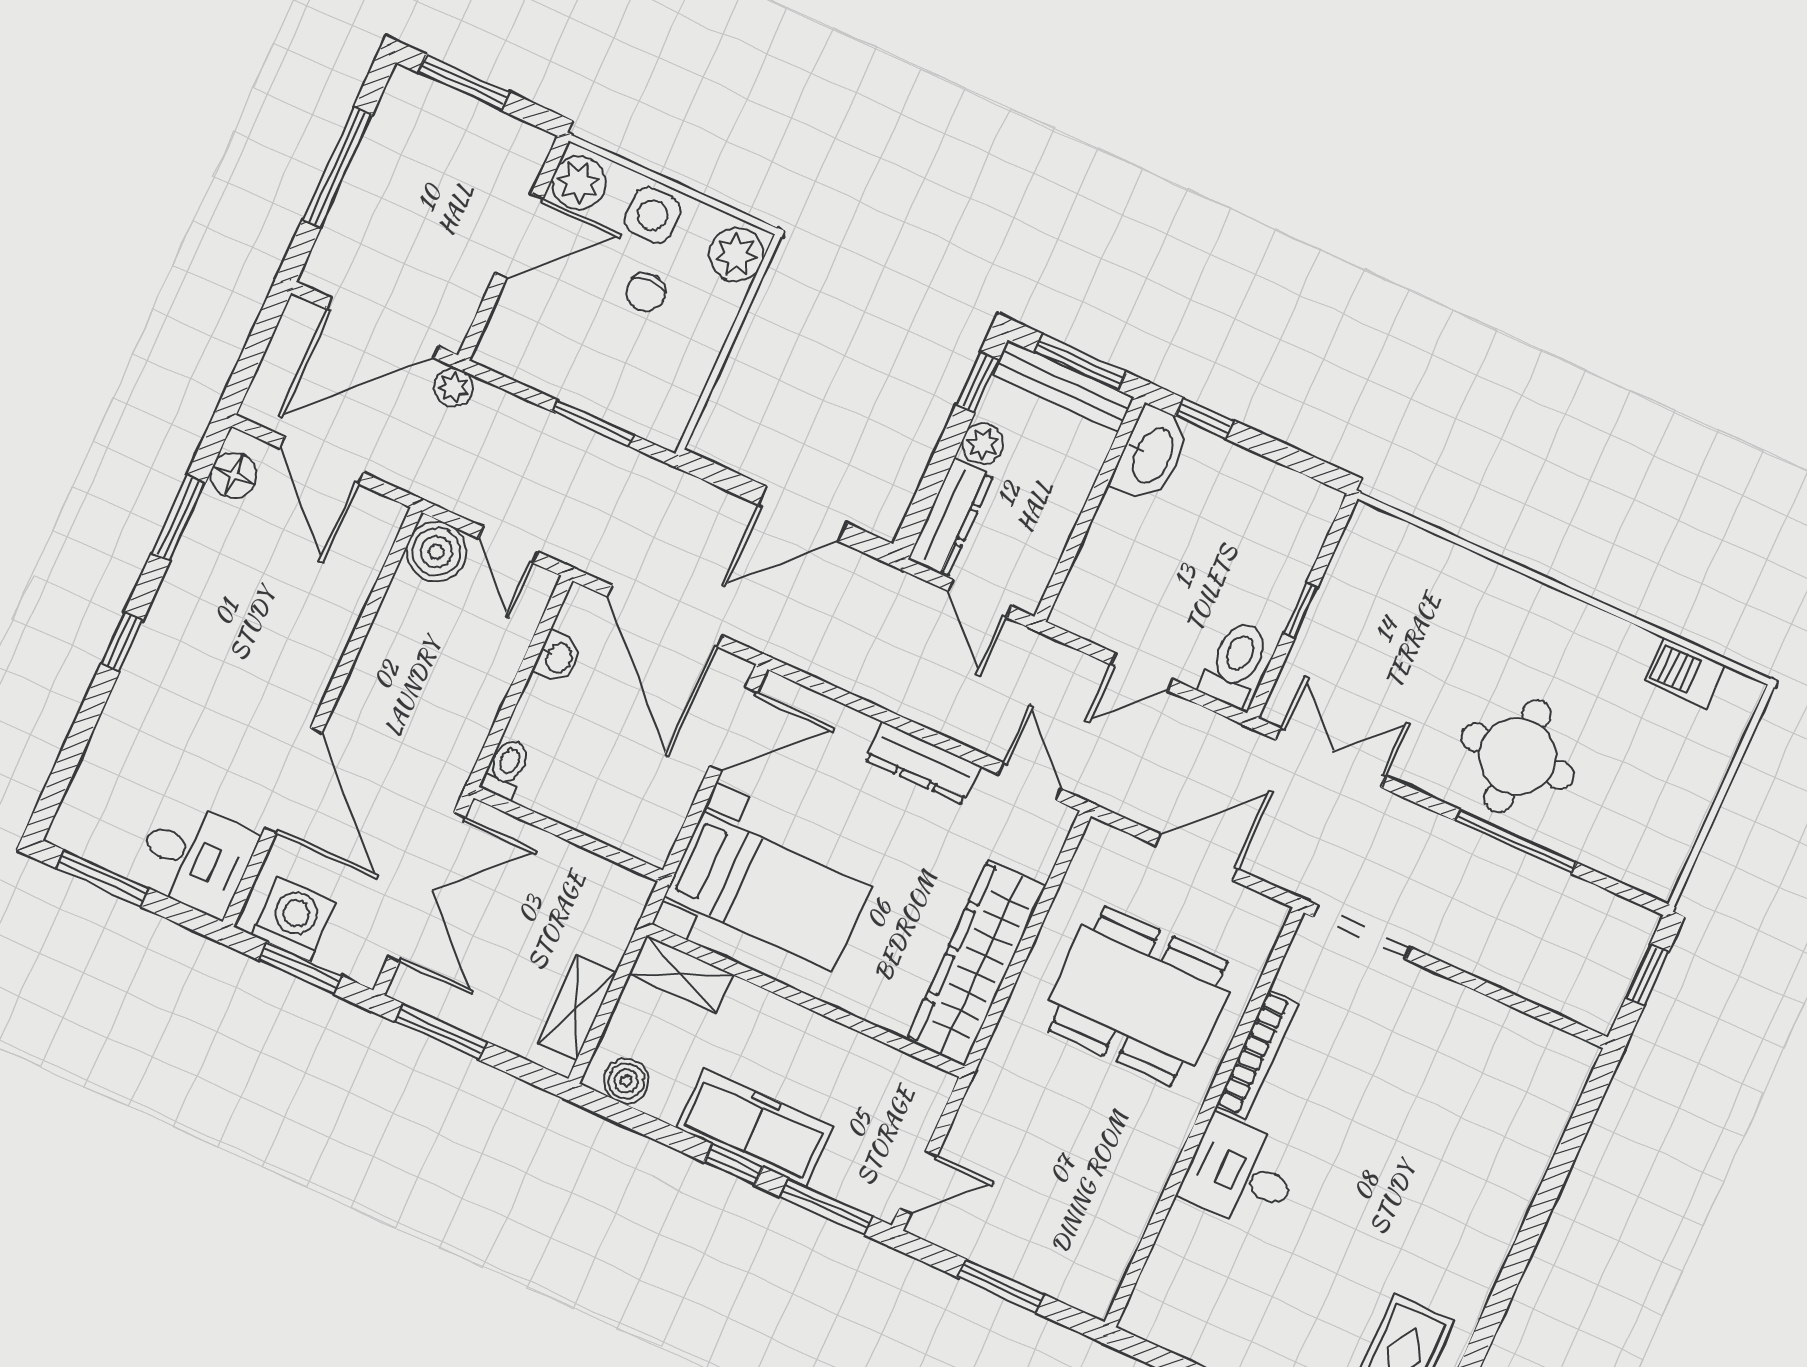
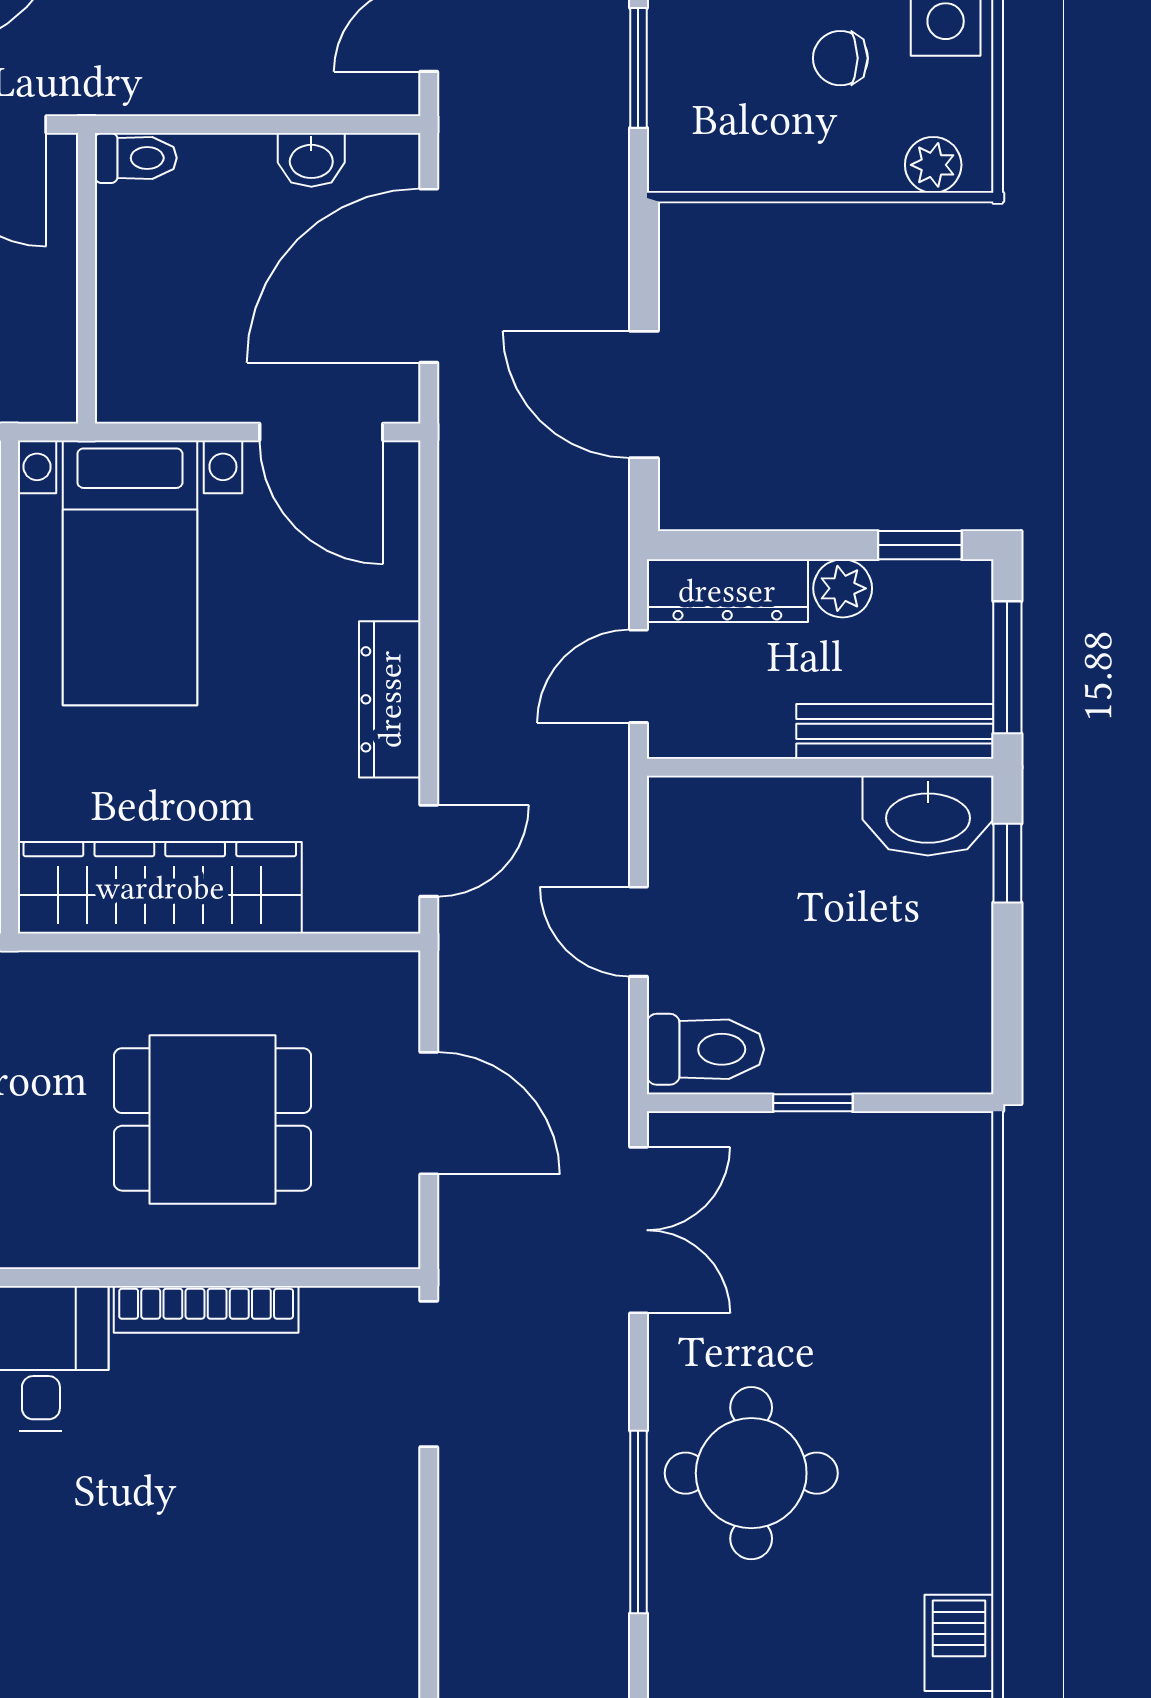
plant: (736, 255) -> (933, 165), width x0.73, depth x0.73
bench: (1064, 386) -> (895, 731), moved, turned 90
dining table: (1138, 996) -> (213, 1119), width x0.73

